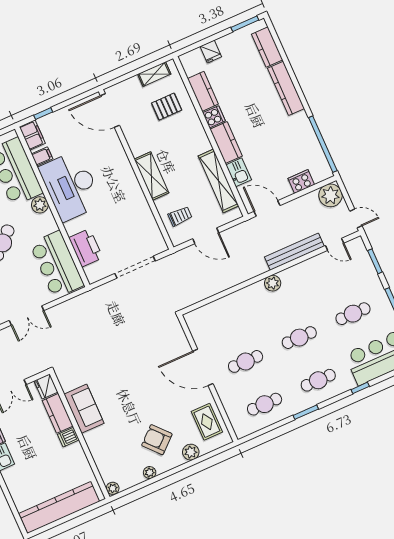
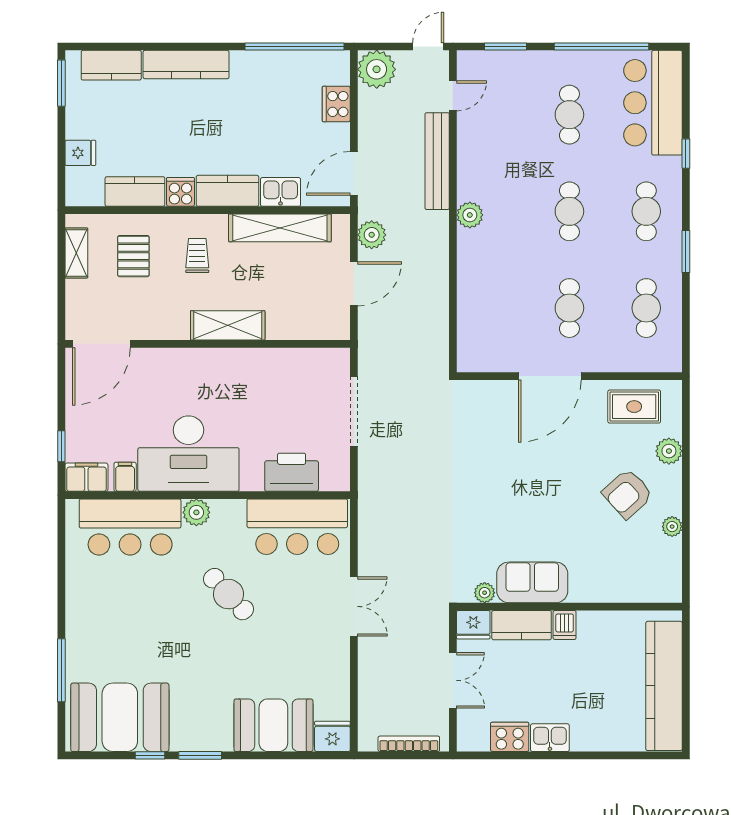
trolley: (180, 216) -> (197, 255), moved
plant: (237, 234) -> (372, 235), added
plant: (113, 488) -> (485, 593), moved

